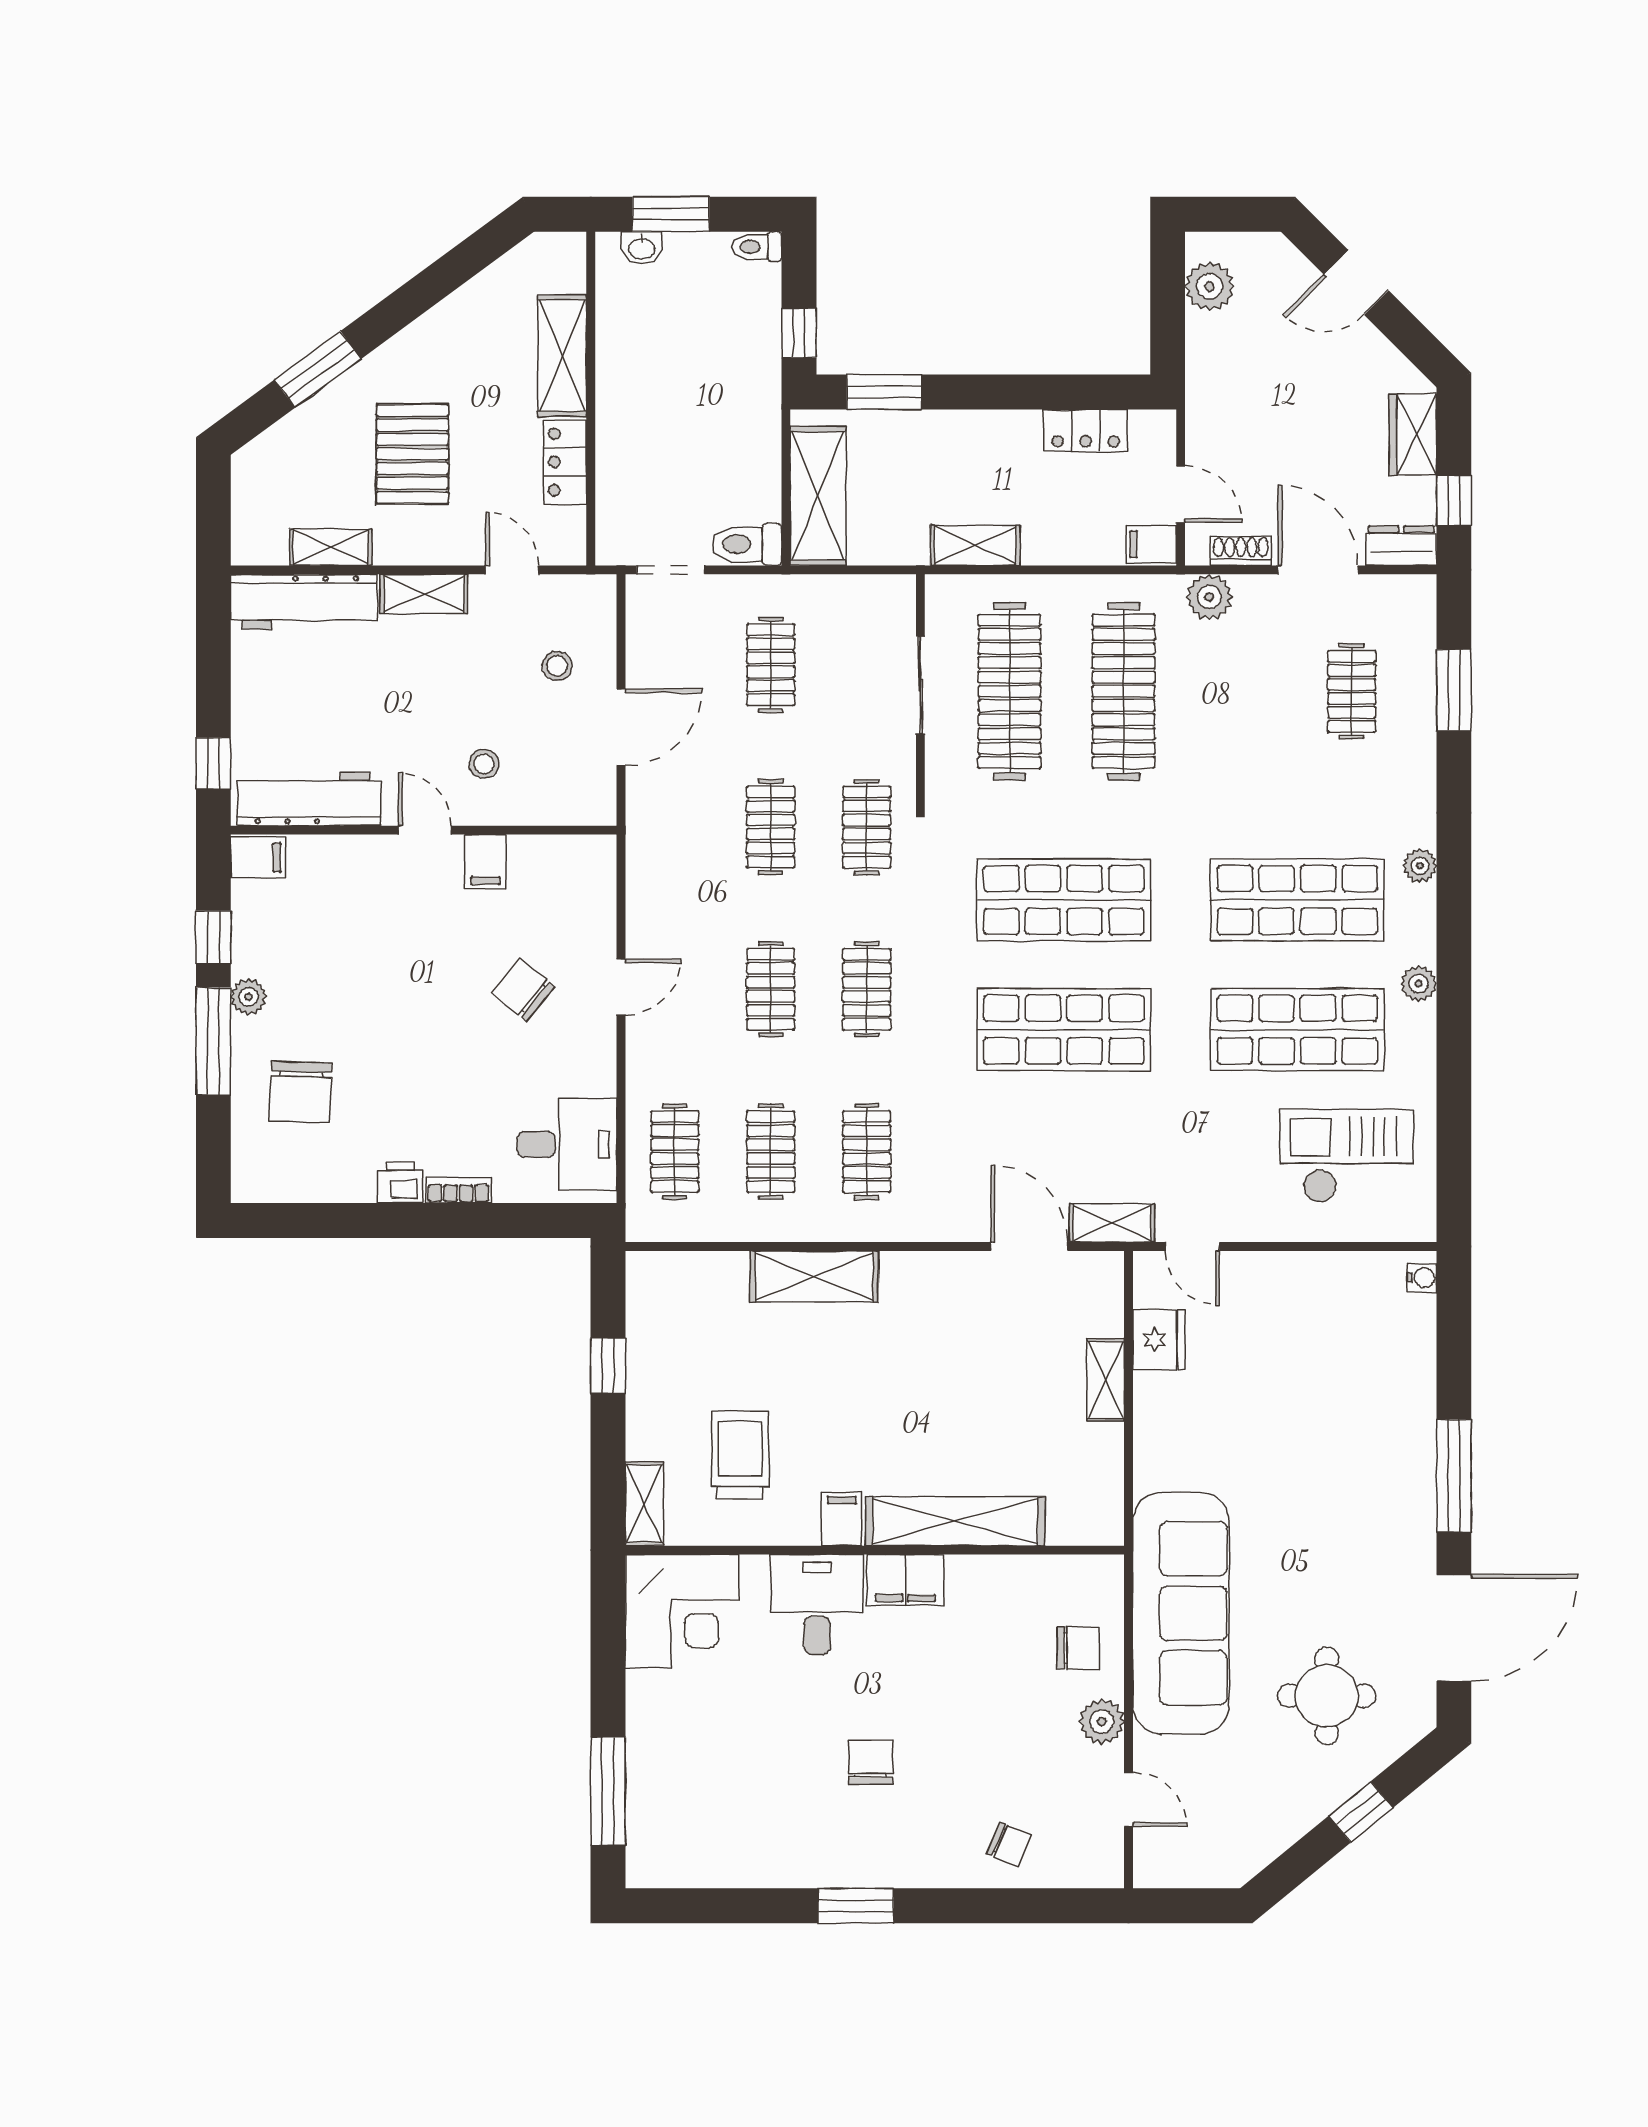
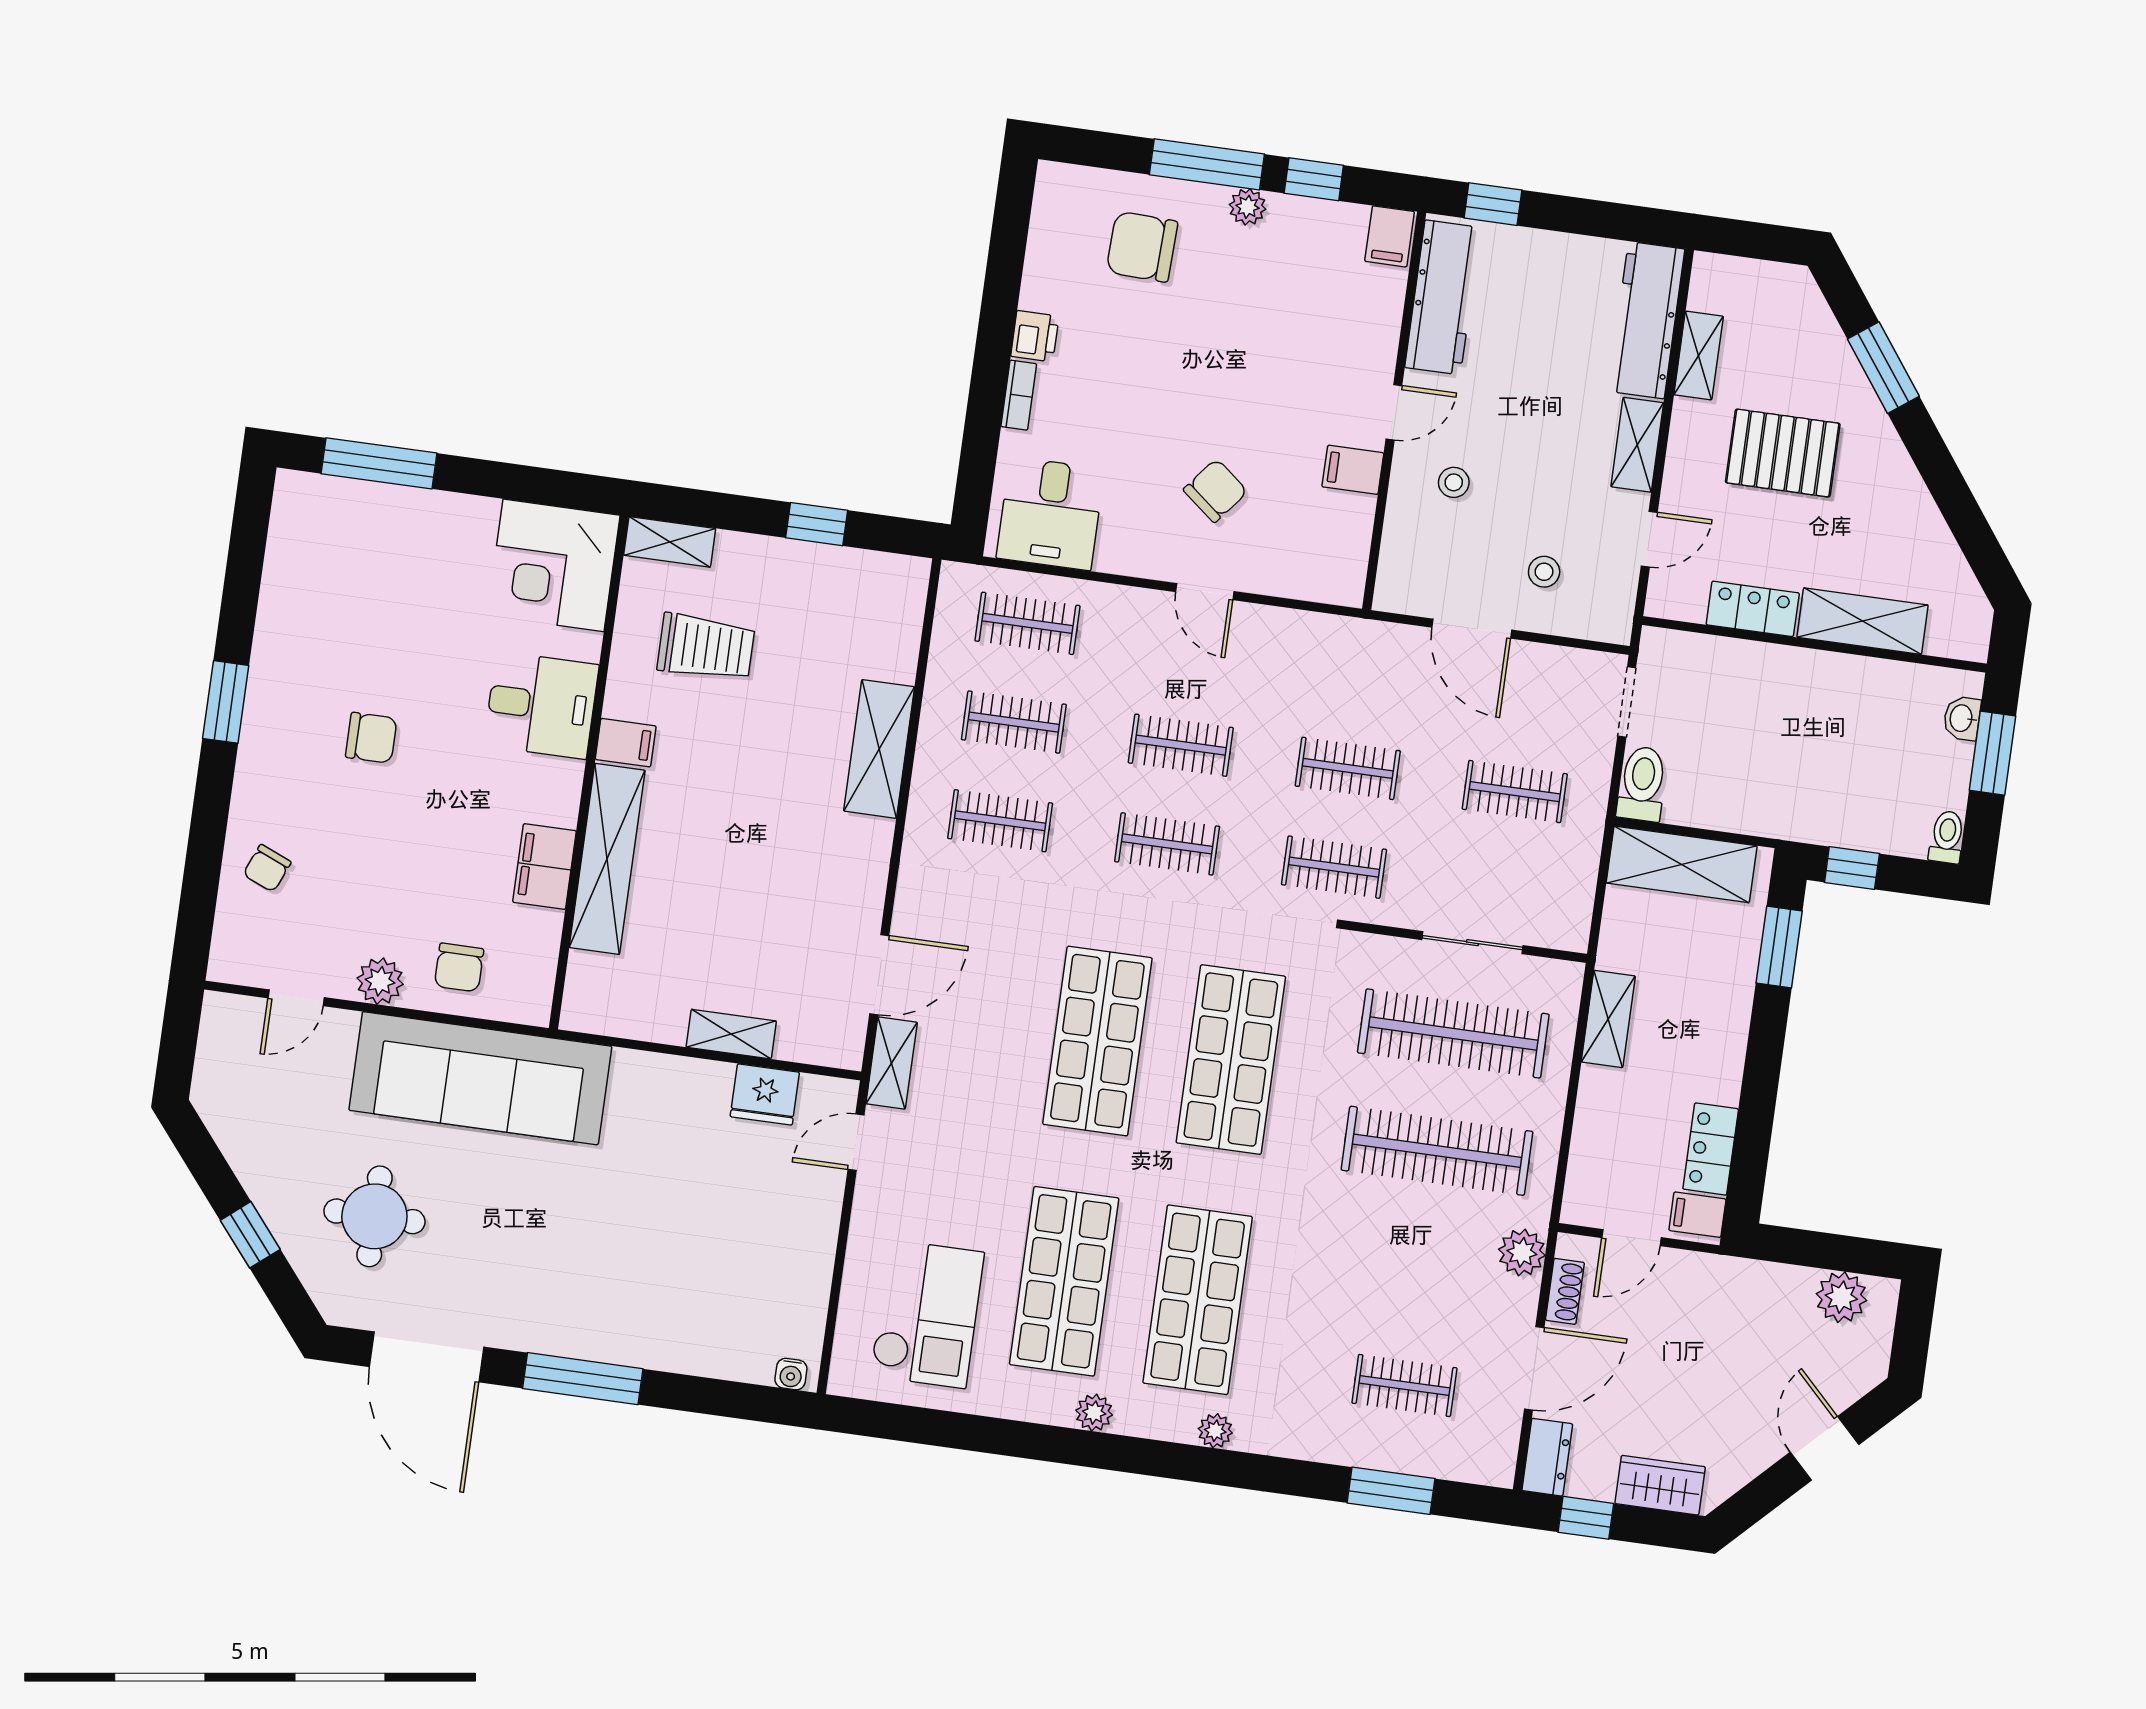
filing cabinet: (1151, 544) -> (1697, 1215), moved, turned -90
filing cabinet: (905, 1580) -> (544, 867), moved

